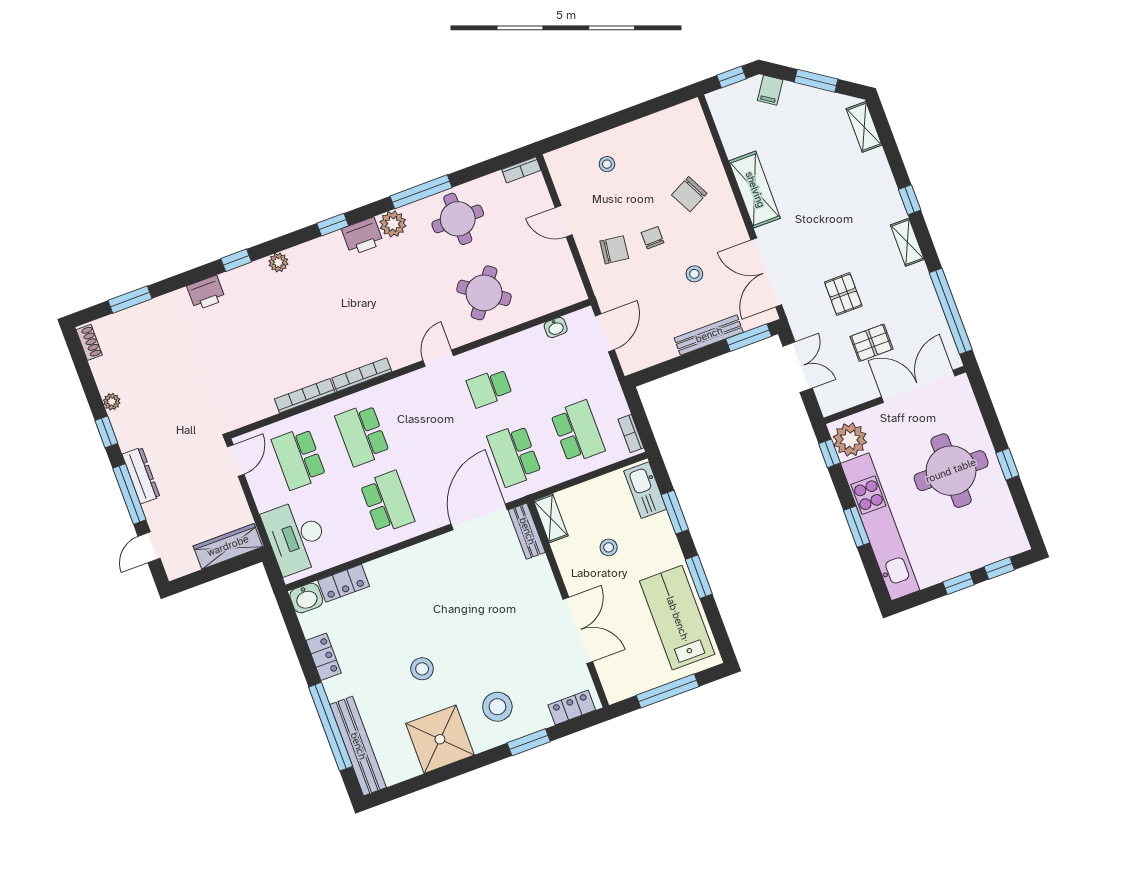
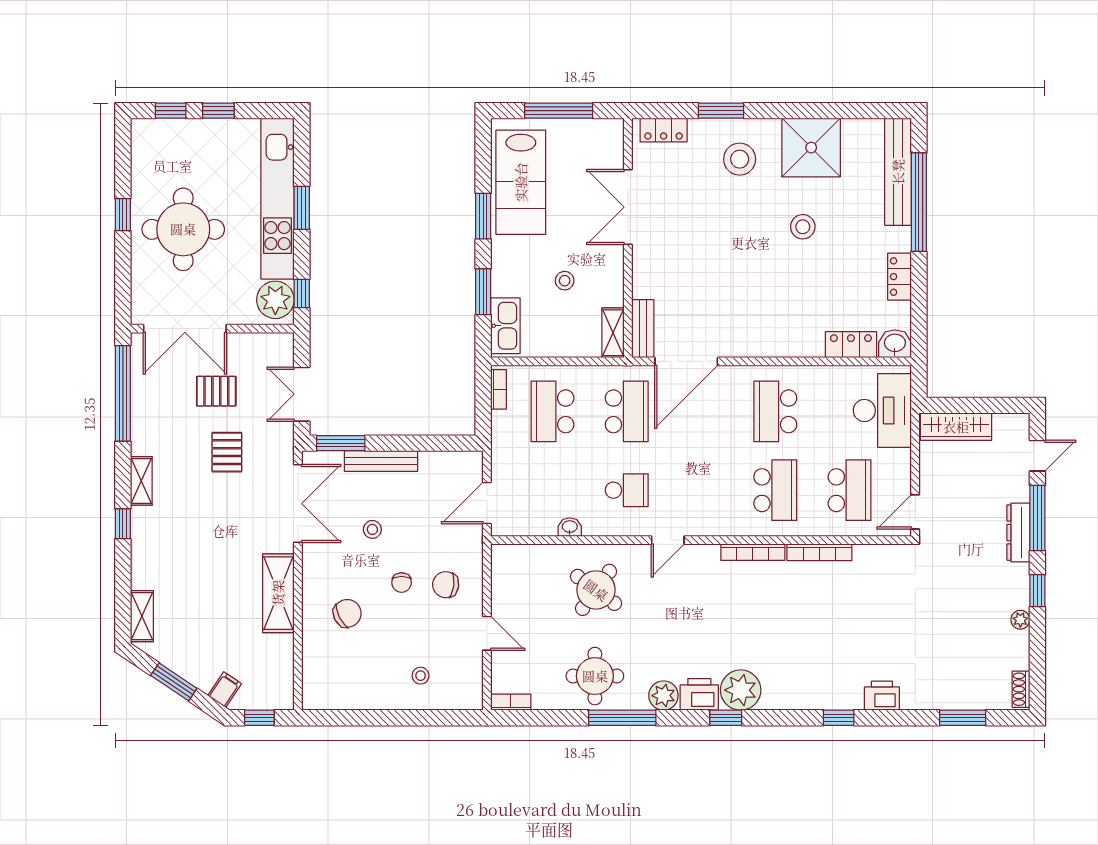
plant: (278, 262) -> (741, 690), moved, width x1.87, depth x1.87
washbasin: (556, 327) -> (570, 527), moved

